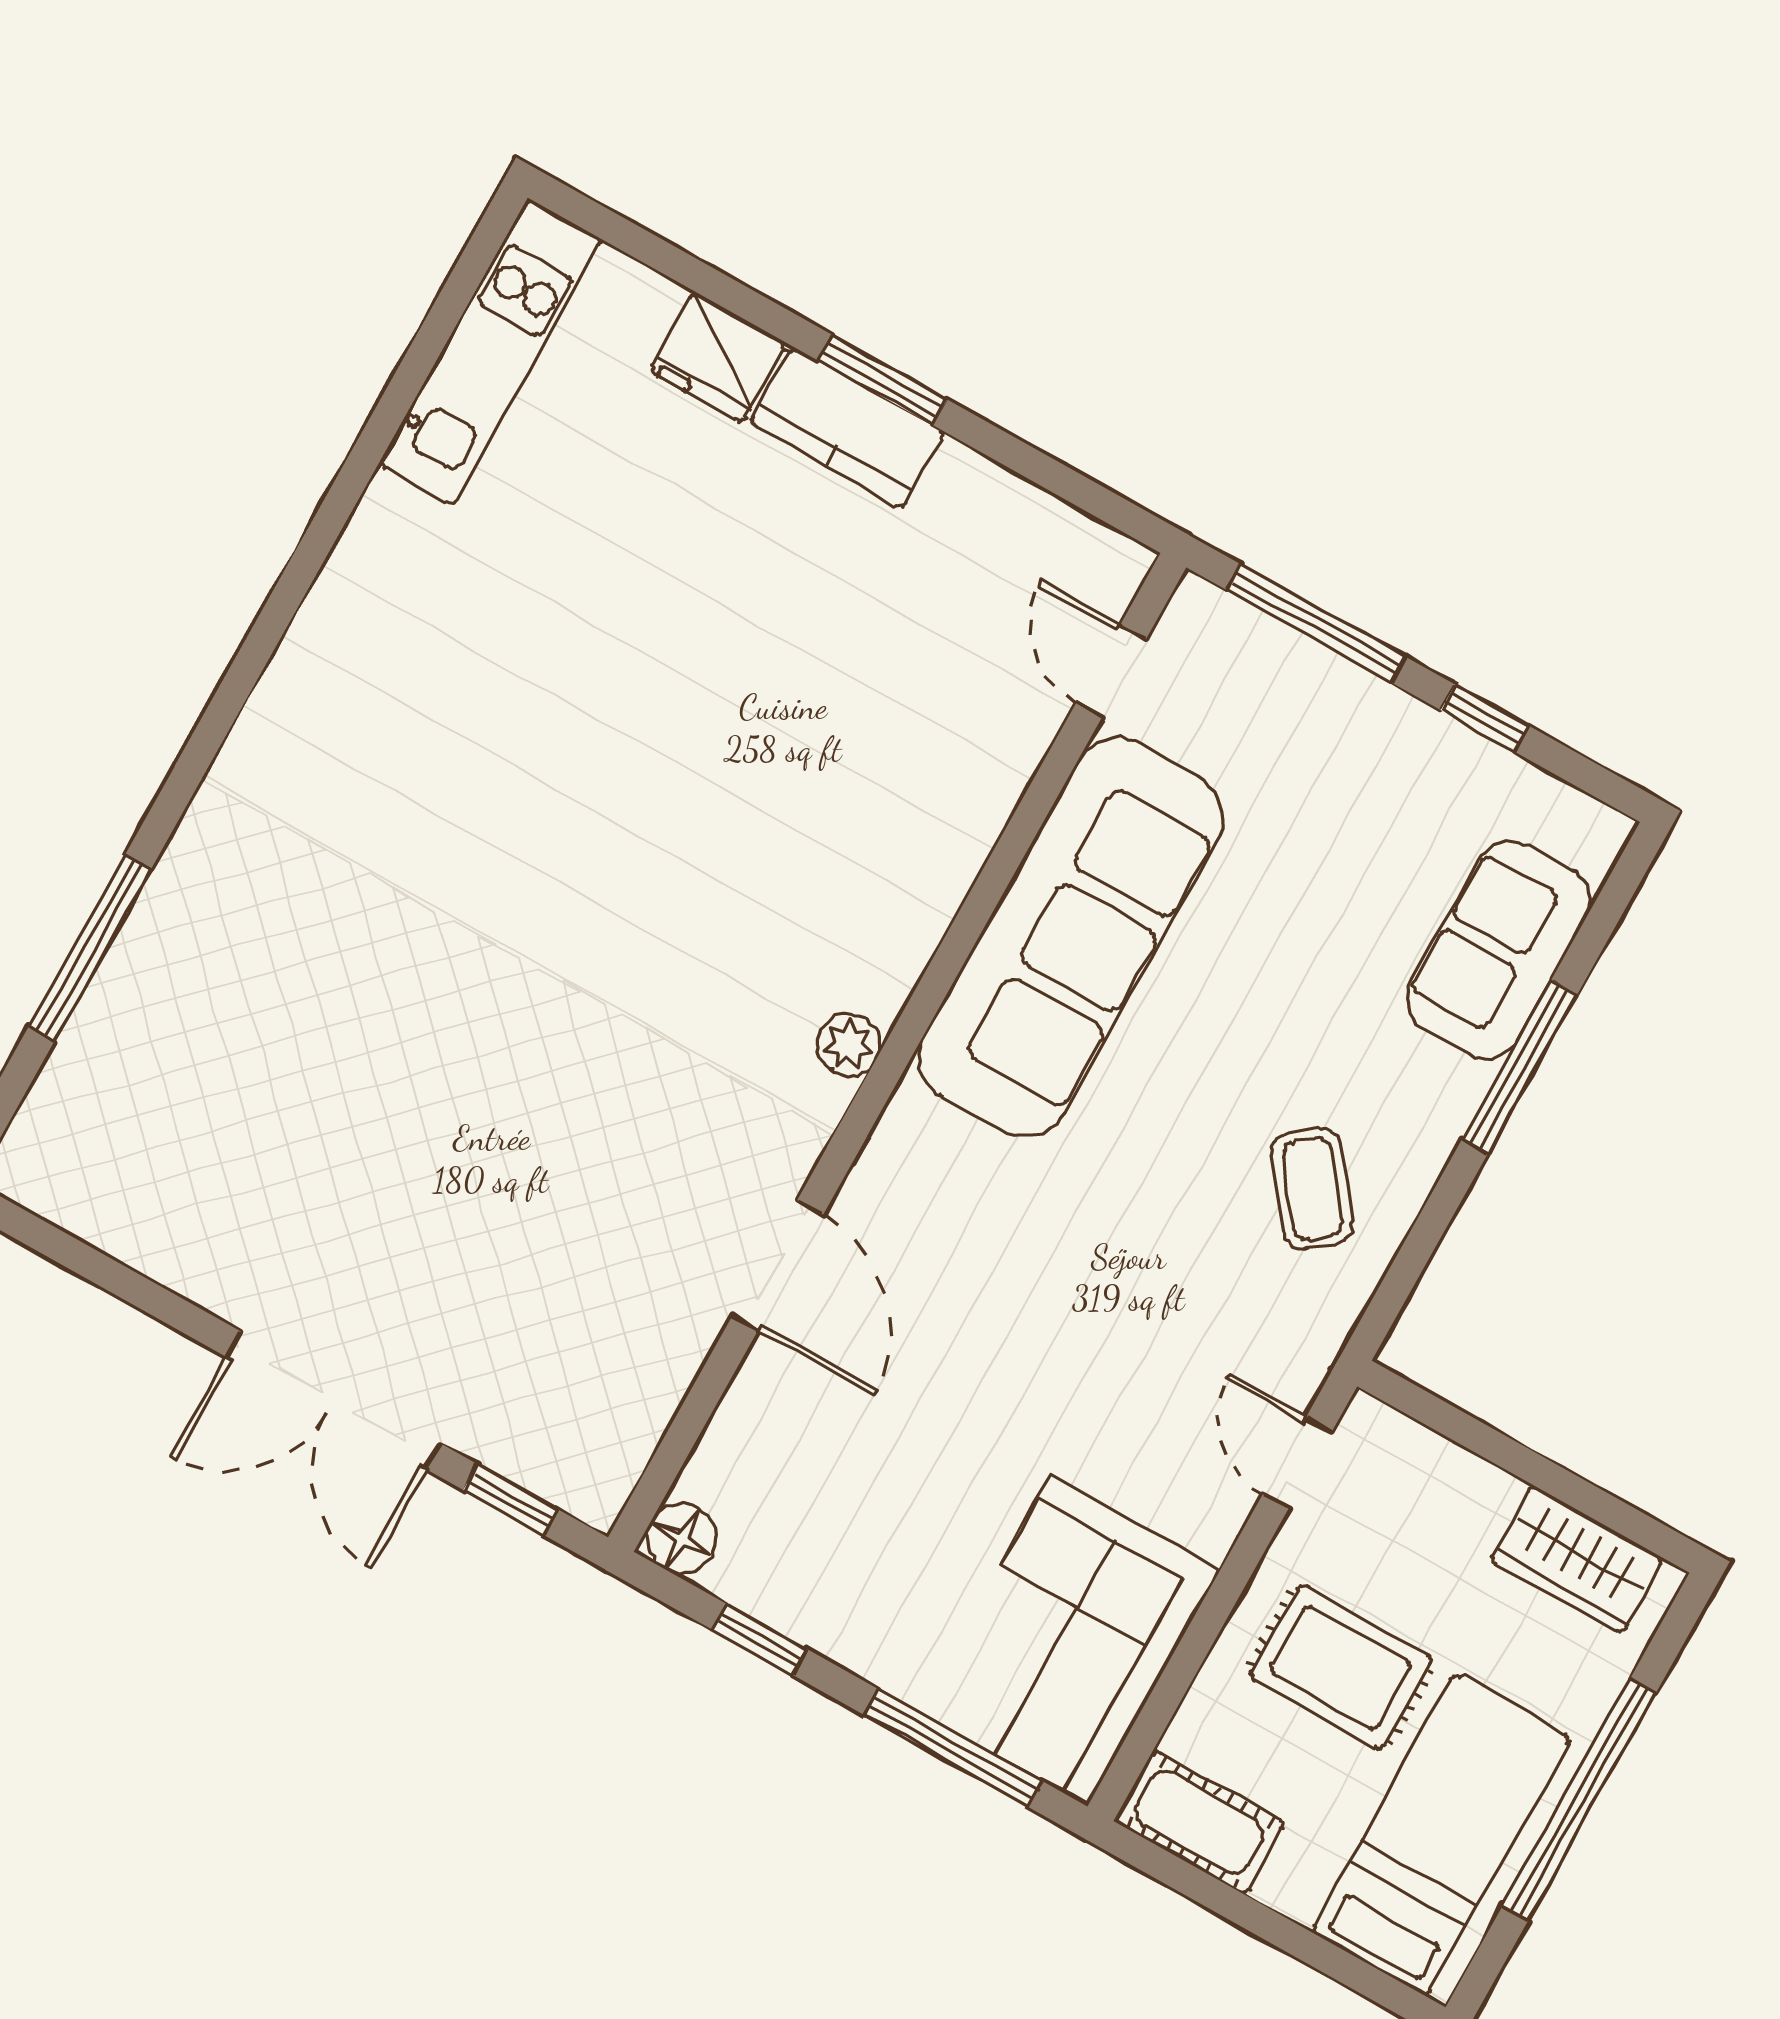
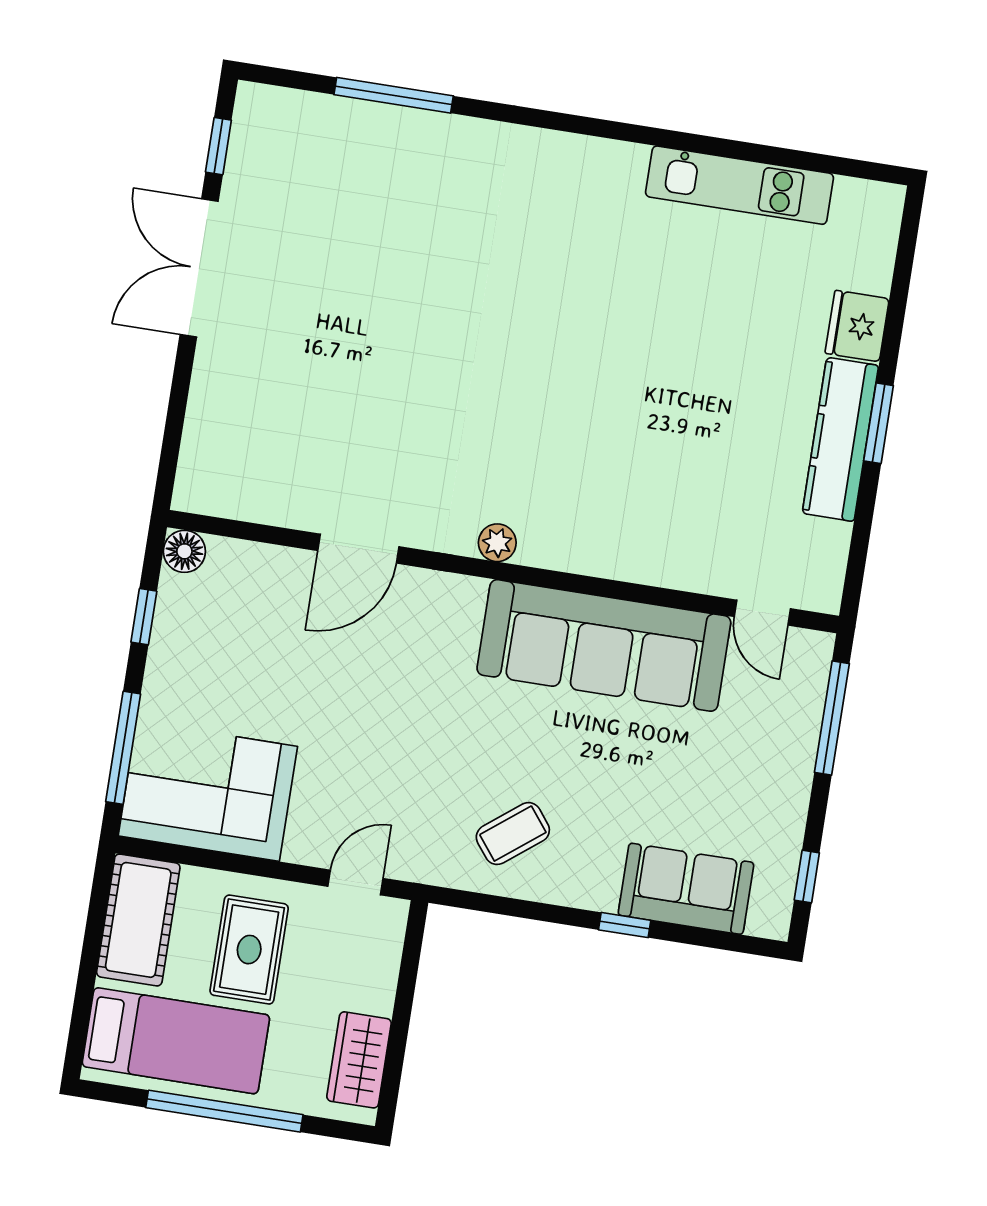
kitchen unit: (490, 352) -> (740, 185), moved
kitchen counter: (847, 427) -> (840, 439), width x1.50
door: (1111, 671) -> (762, 613), swing flipped
window: (1485, 718) -> (807, 876), moved
window: (1520, 1067) -> (625, 925), width x0.46
double door: (333, 1400) -> (199, 268), moved
window: (511, 1500) -> (218, 146), moved
cot: (1199, 1822) -> (138, 920), width x1.37, depth x1.34

